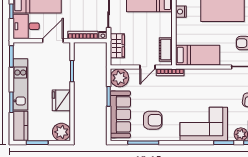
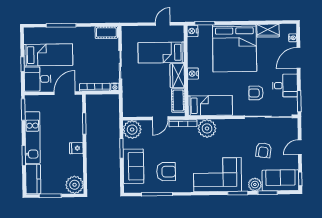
nightstand: (181, 12) -> (193, 74), moved
wardrobe: (117, 46) -> (177, 76), moved, turned 180
plant: (194, 78) -> (207, 128), added
fridge: (61, 100) -> (76, 148), width x0.53, depth x0.75
sofa: (120, 114) -> (133, 166), width x0.73

